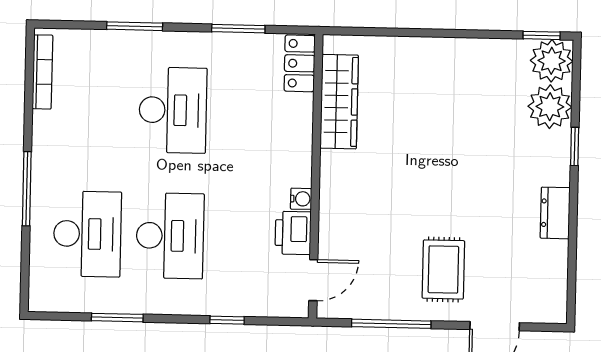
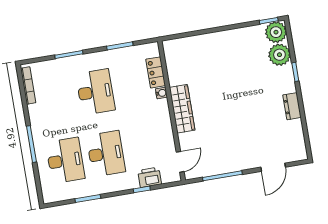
locker: (300, 63) -> (156, 72), moved
wardrobe: (339, 102) -> (182, 109), moved
water cooler: (301, 199) -> (161, 93), moved
printer: (293, 233) -> (150, 177), moved, turned 90
rug: (443, 269) -> (243, 144), removed

